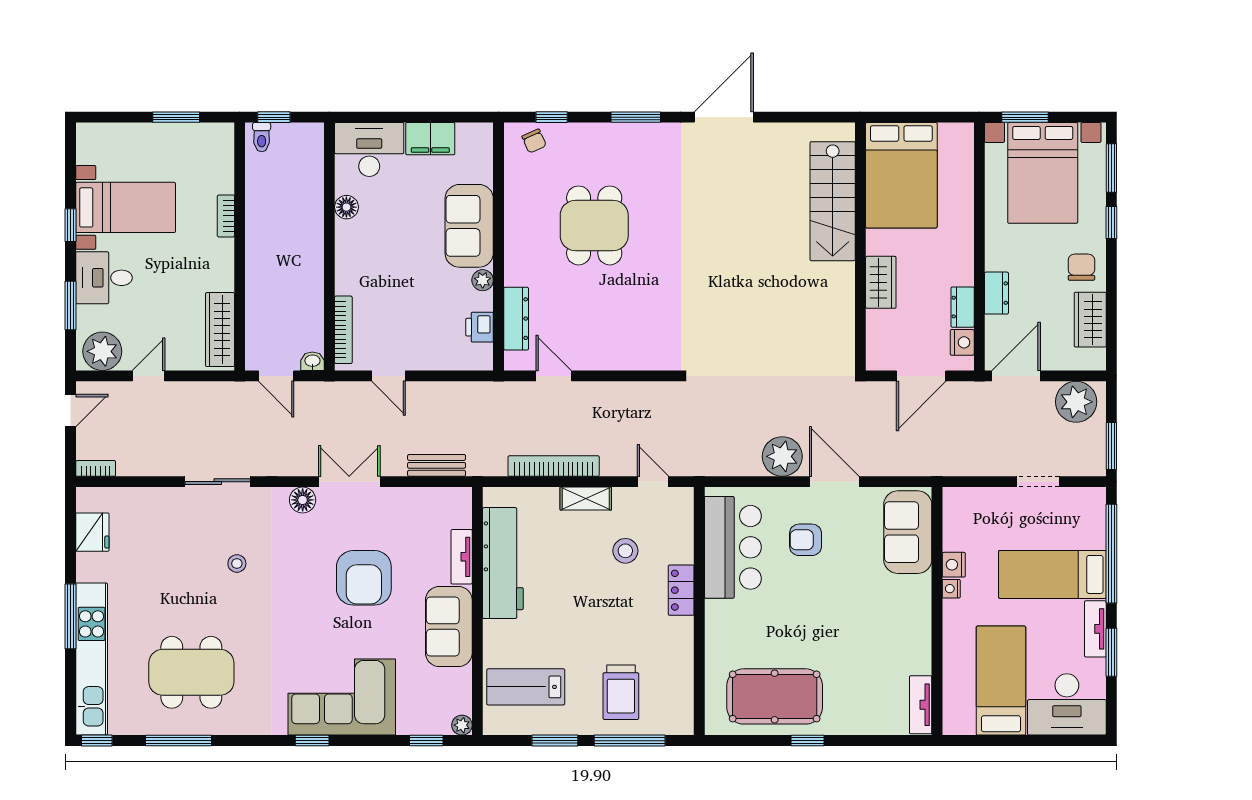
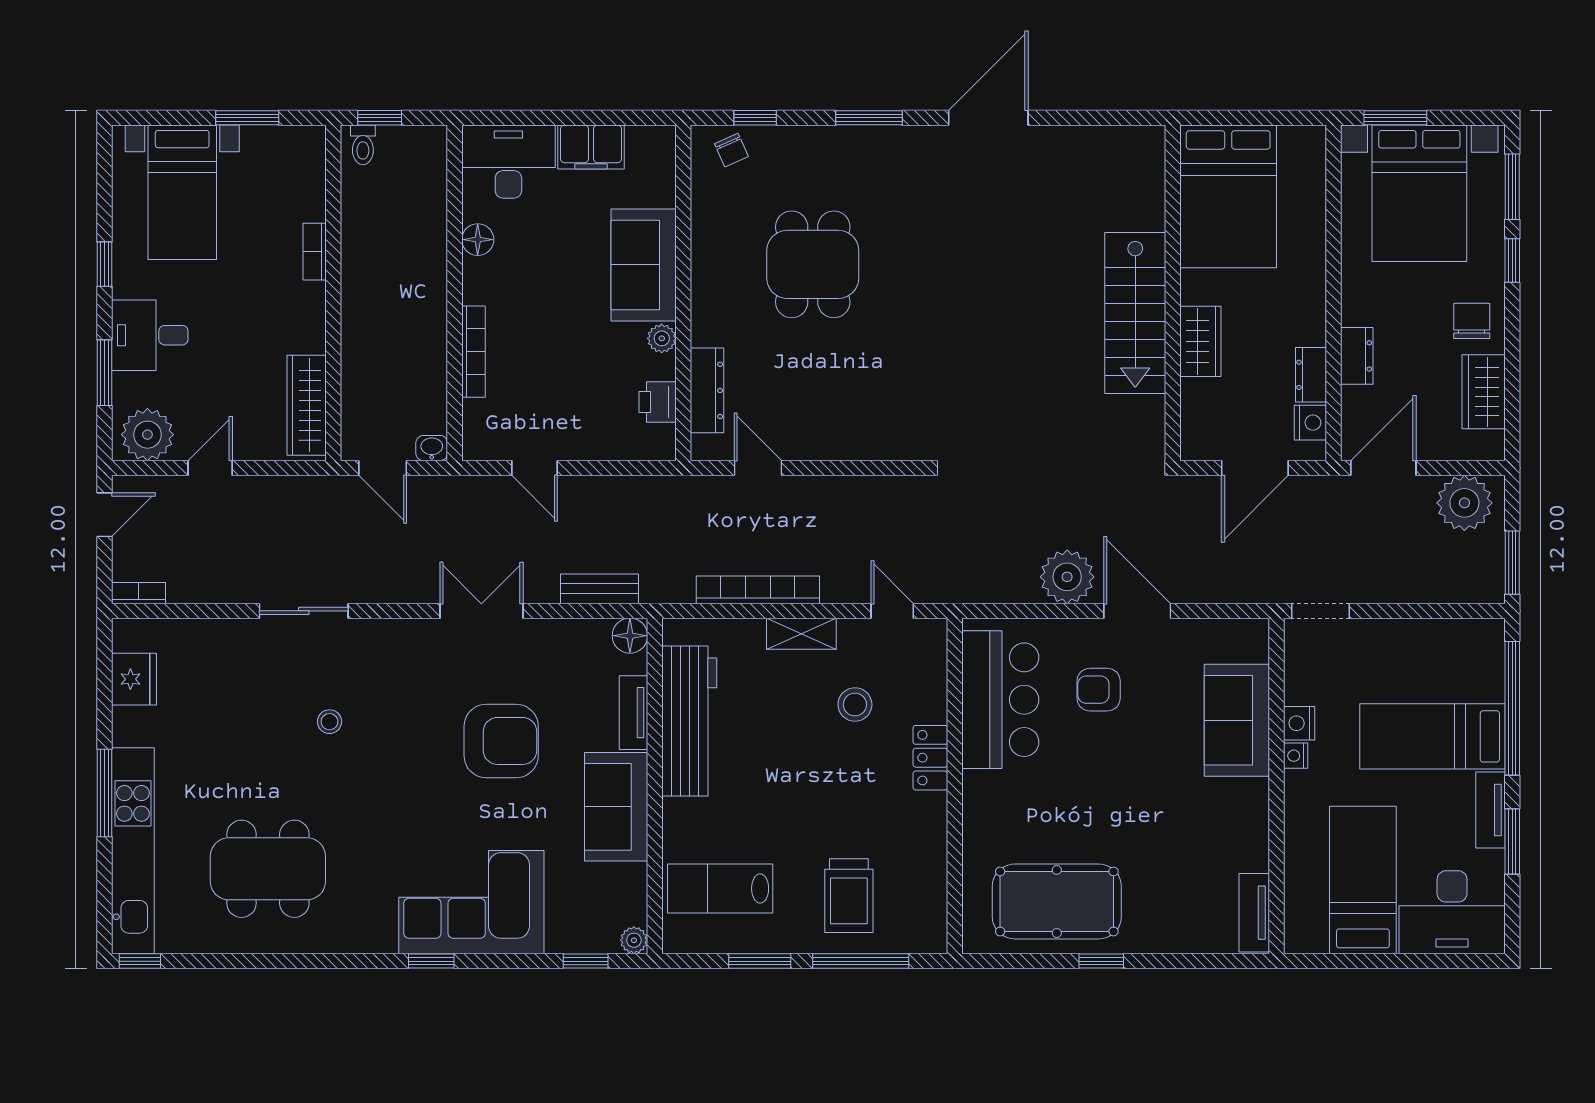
stairs: (833, 201) -> (1135, 313), moved
bed with nightstands: (126, 207) -> (182, 192), moved, turned 90
bookcase: (343, 330) -> (474, 352), moved
doorway: (1038, 482) -> (1321, 611), moved
floor lamp: (303, 500) -> (630, 636), moved
sofa: (908, 532) -> (1237, 720), moved
armchair: (364, 578) -> (501, 741), turned -90
window: (178, 741) -> (250, 961), removed

